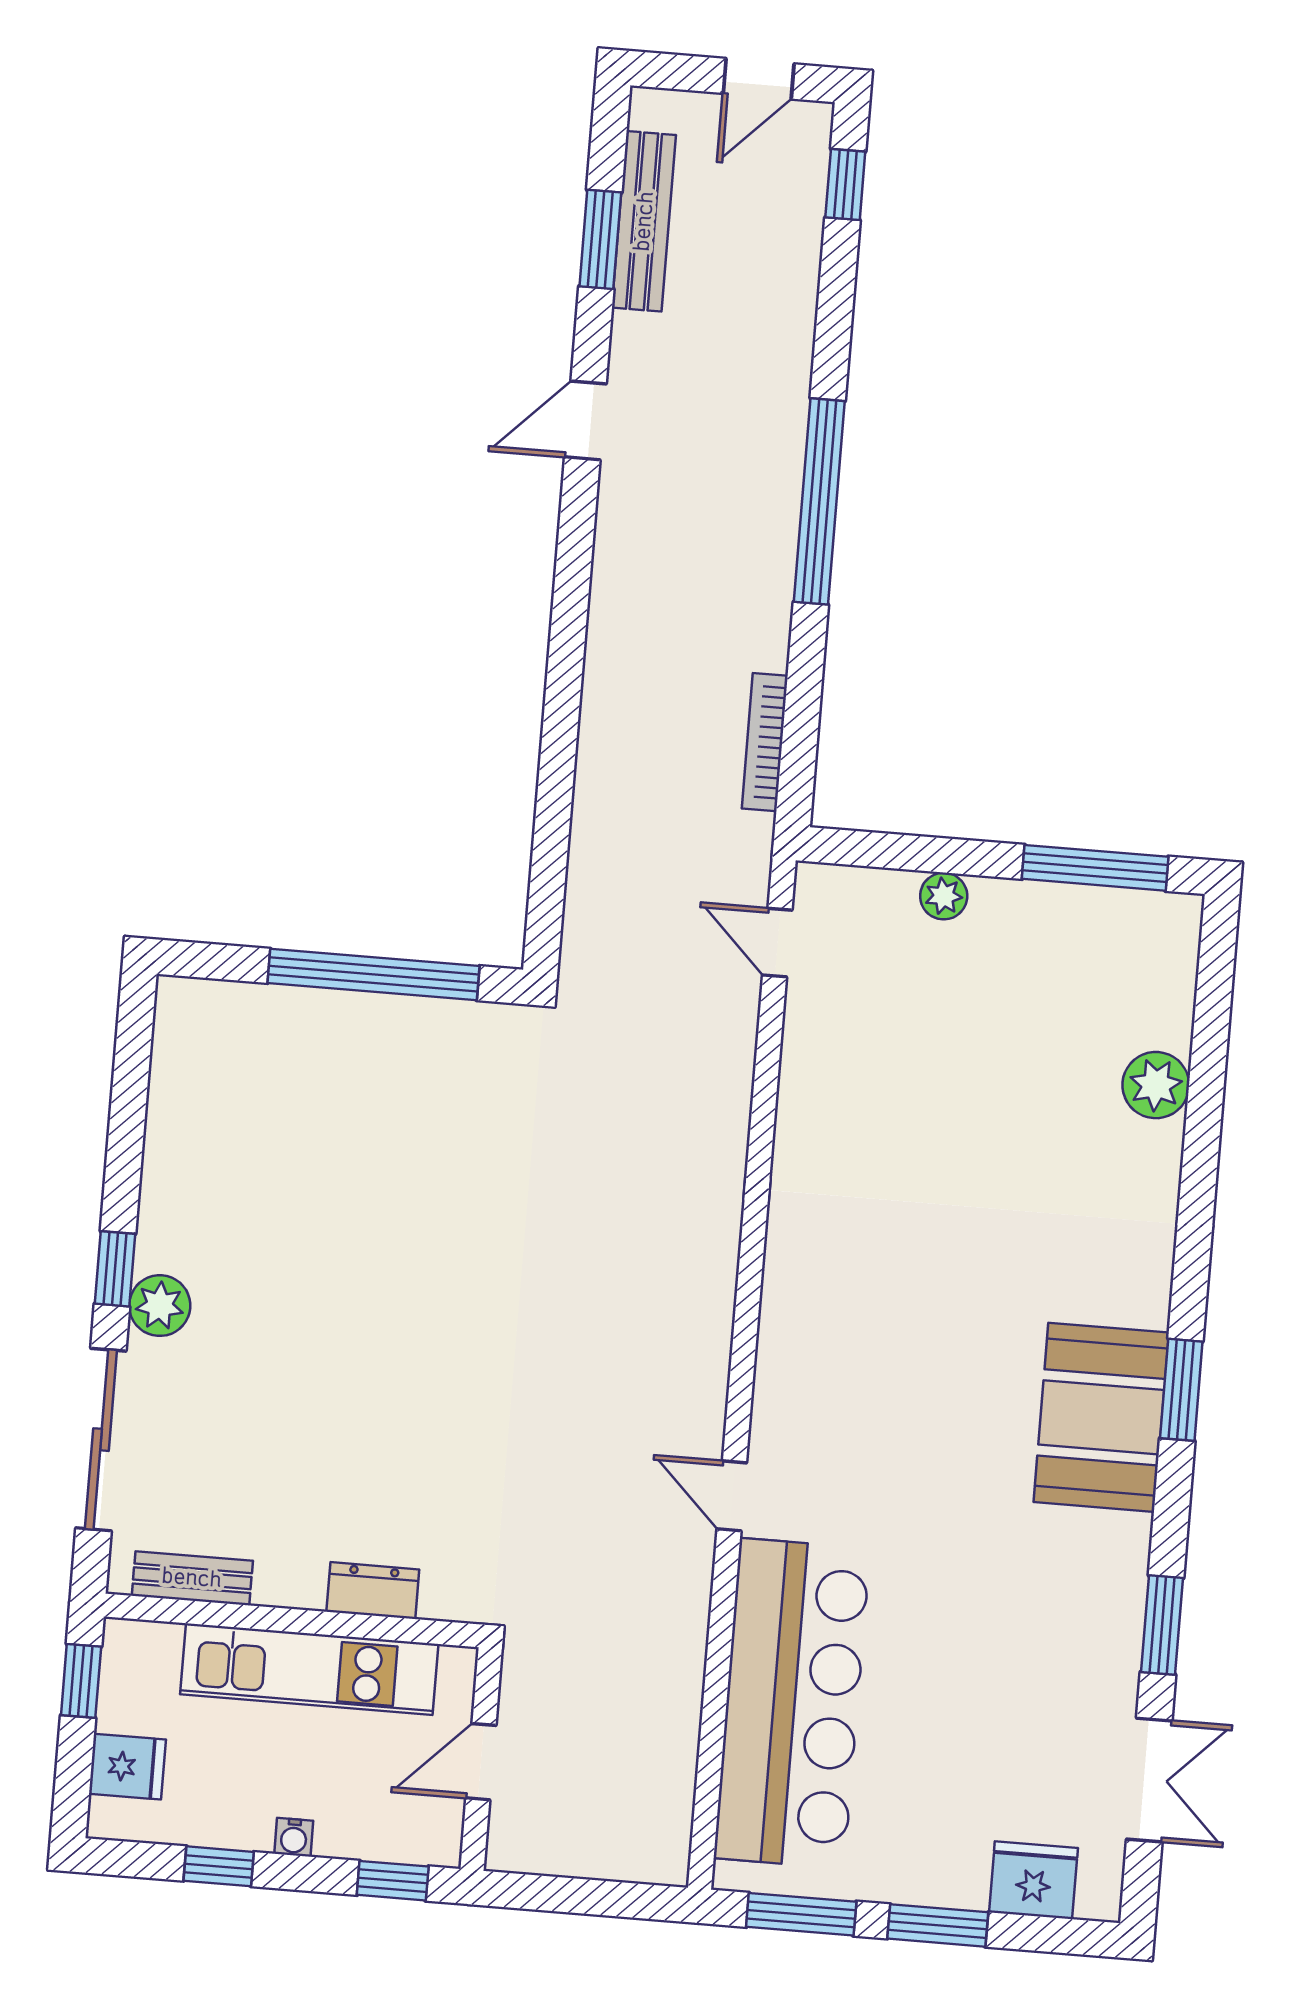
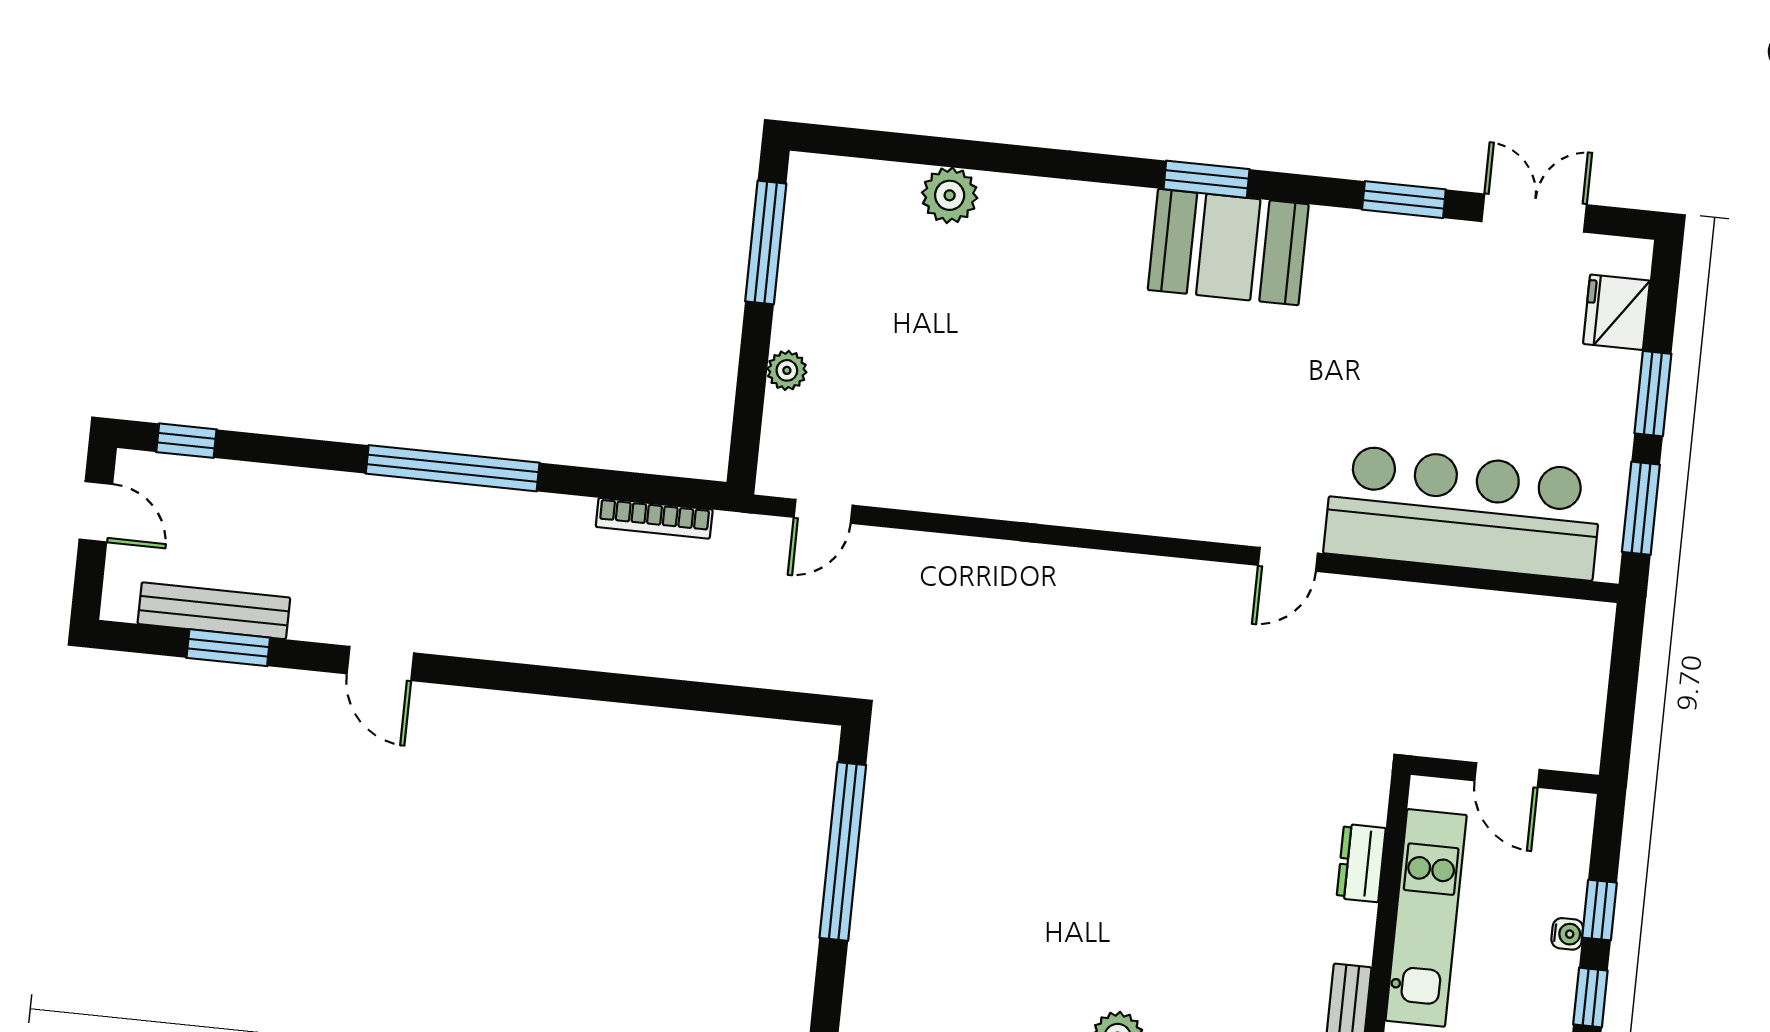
window: (393, 1881) -> (1599, 910), moved

